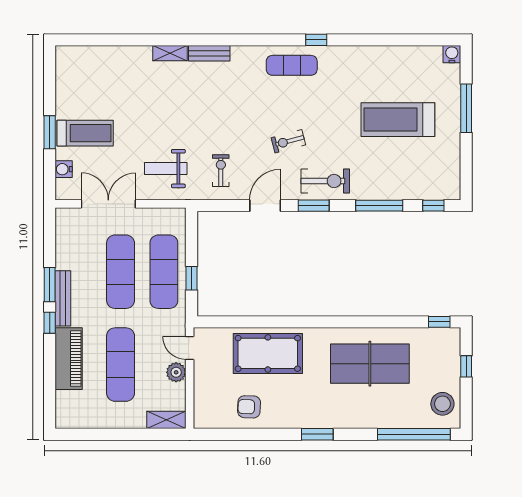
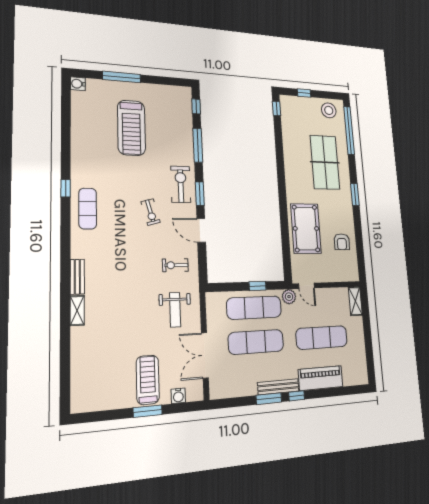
door: (190, 348) -> (306, 286), hinge flipped
table tennis table: (370, 364) -> (325, 162), moved
plant: (176, 372) -> (289, 297), moved

